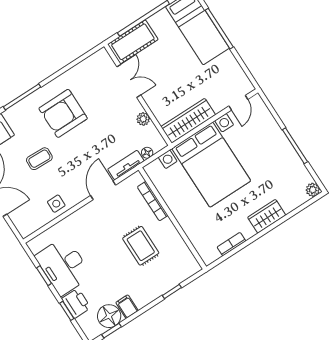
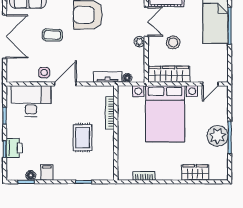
stool: (171, 84) -> (173, 42), added
plant: (143, 119) -> (139, 42), moved
door: (103, 190) -> (65, 84), moved
plant: (313, 190) -> (218, 136), moved, width x1.88, depth x1.88
wardrobe: (267, 216) -> (195, 173), moved
desk: (63, 266) -> (31, 101), moved, turned 90
floor lamp: (109, 316) -> (31, 175), width x0.53, depth x0.53

